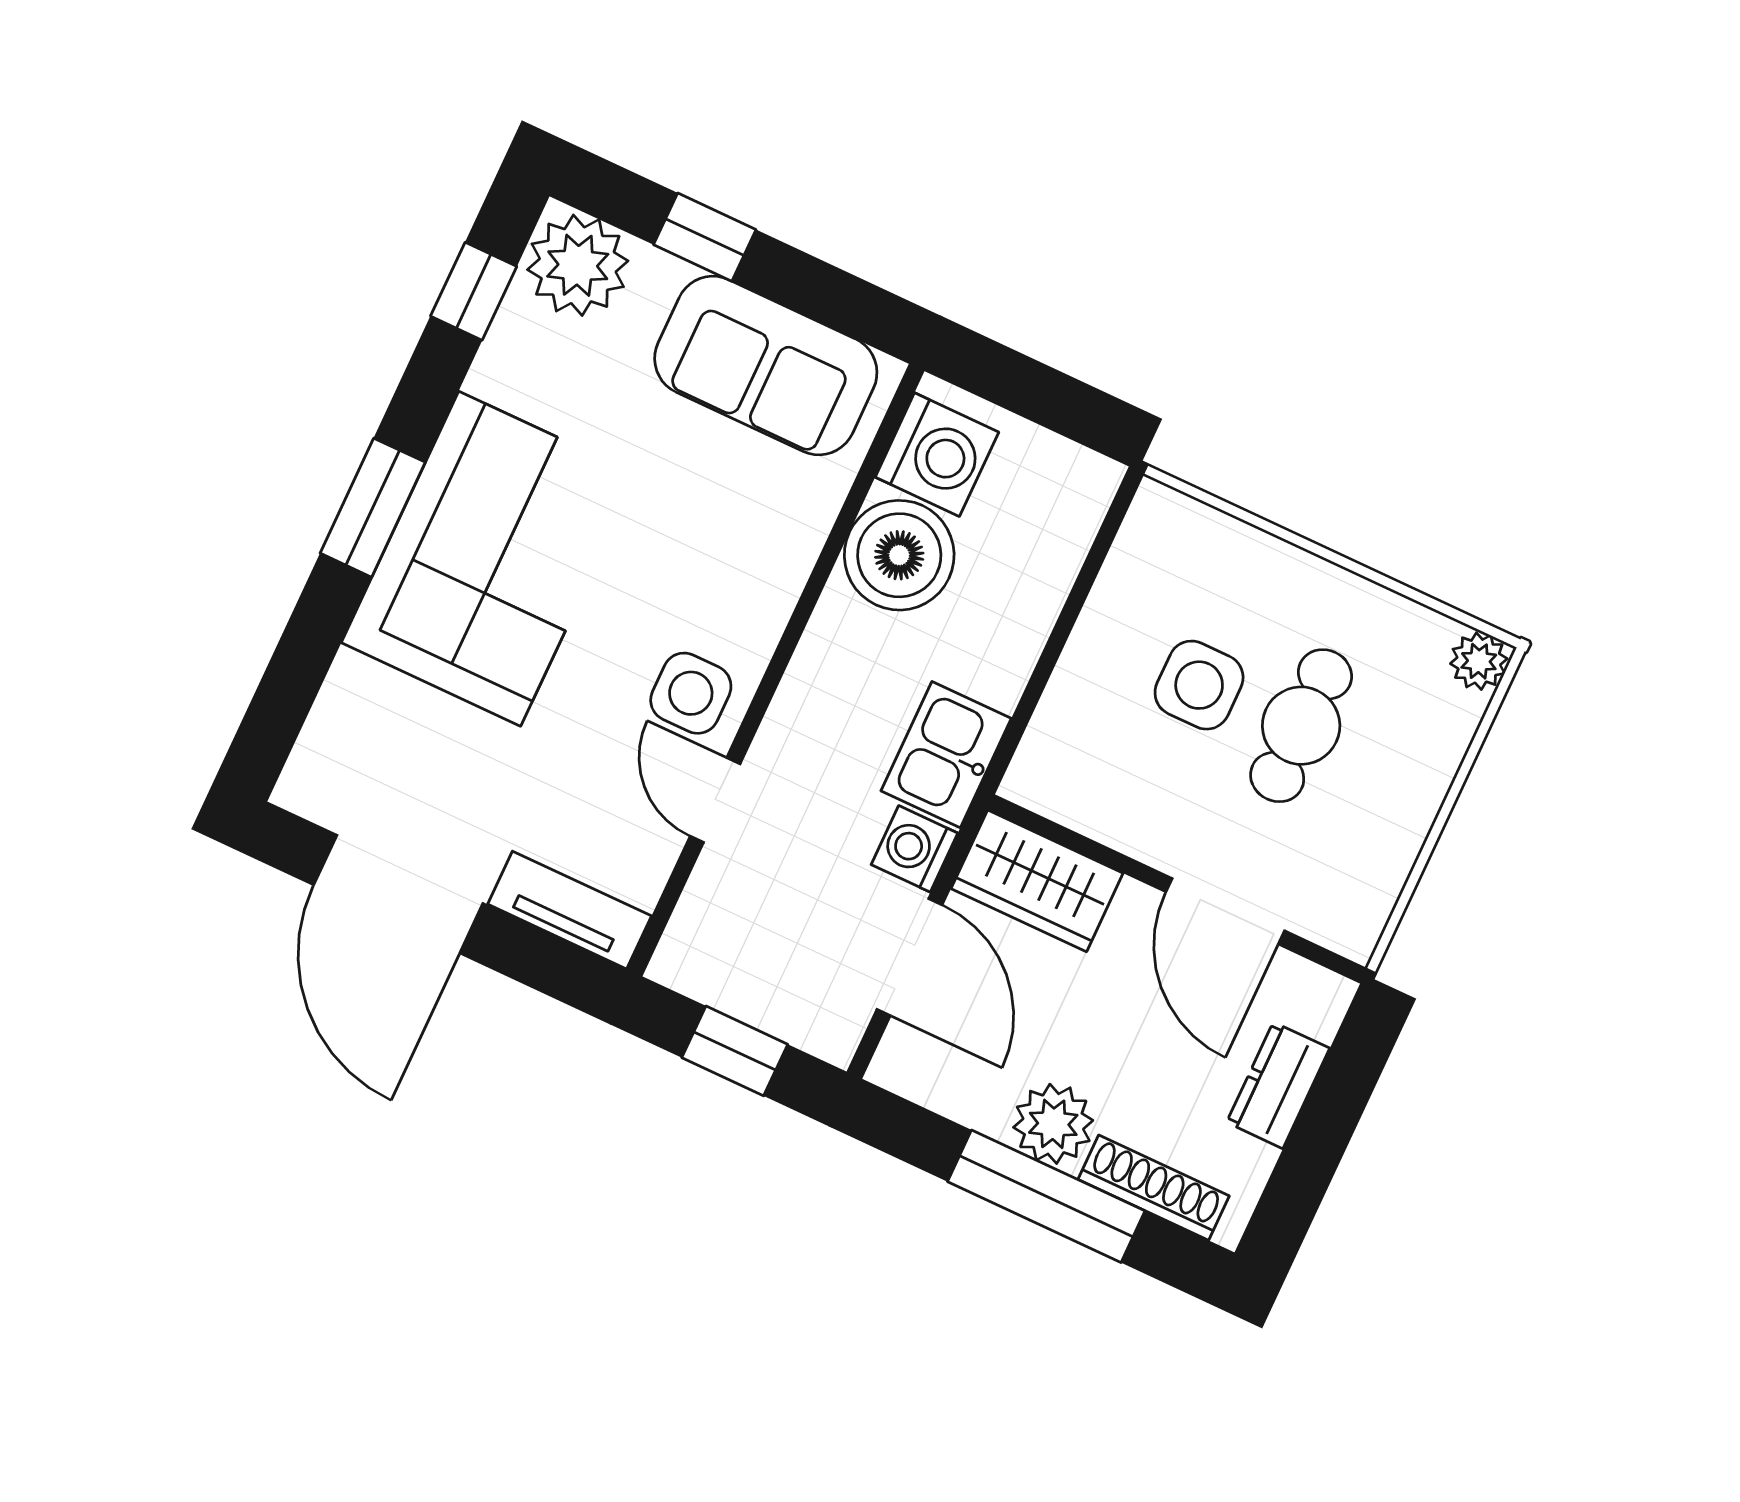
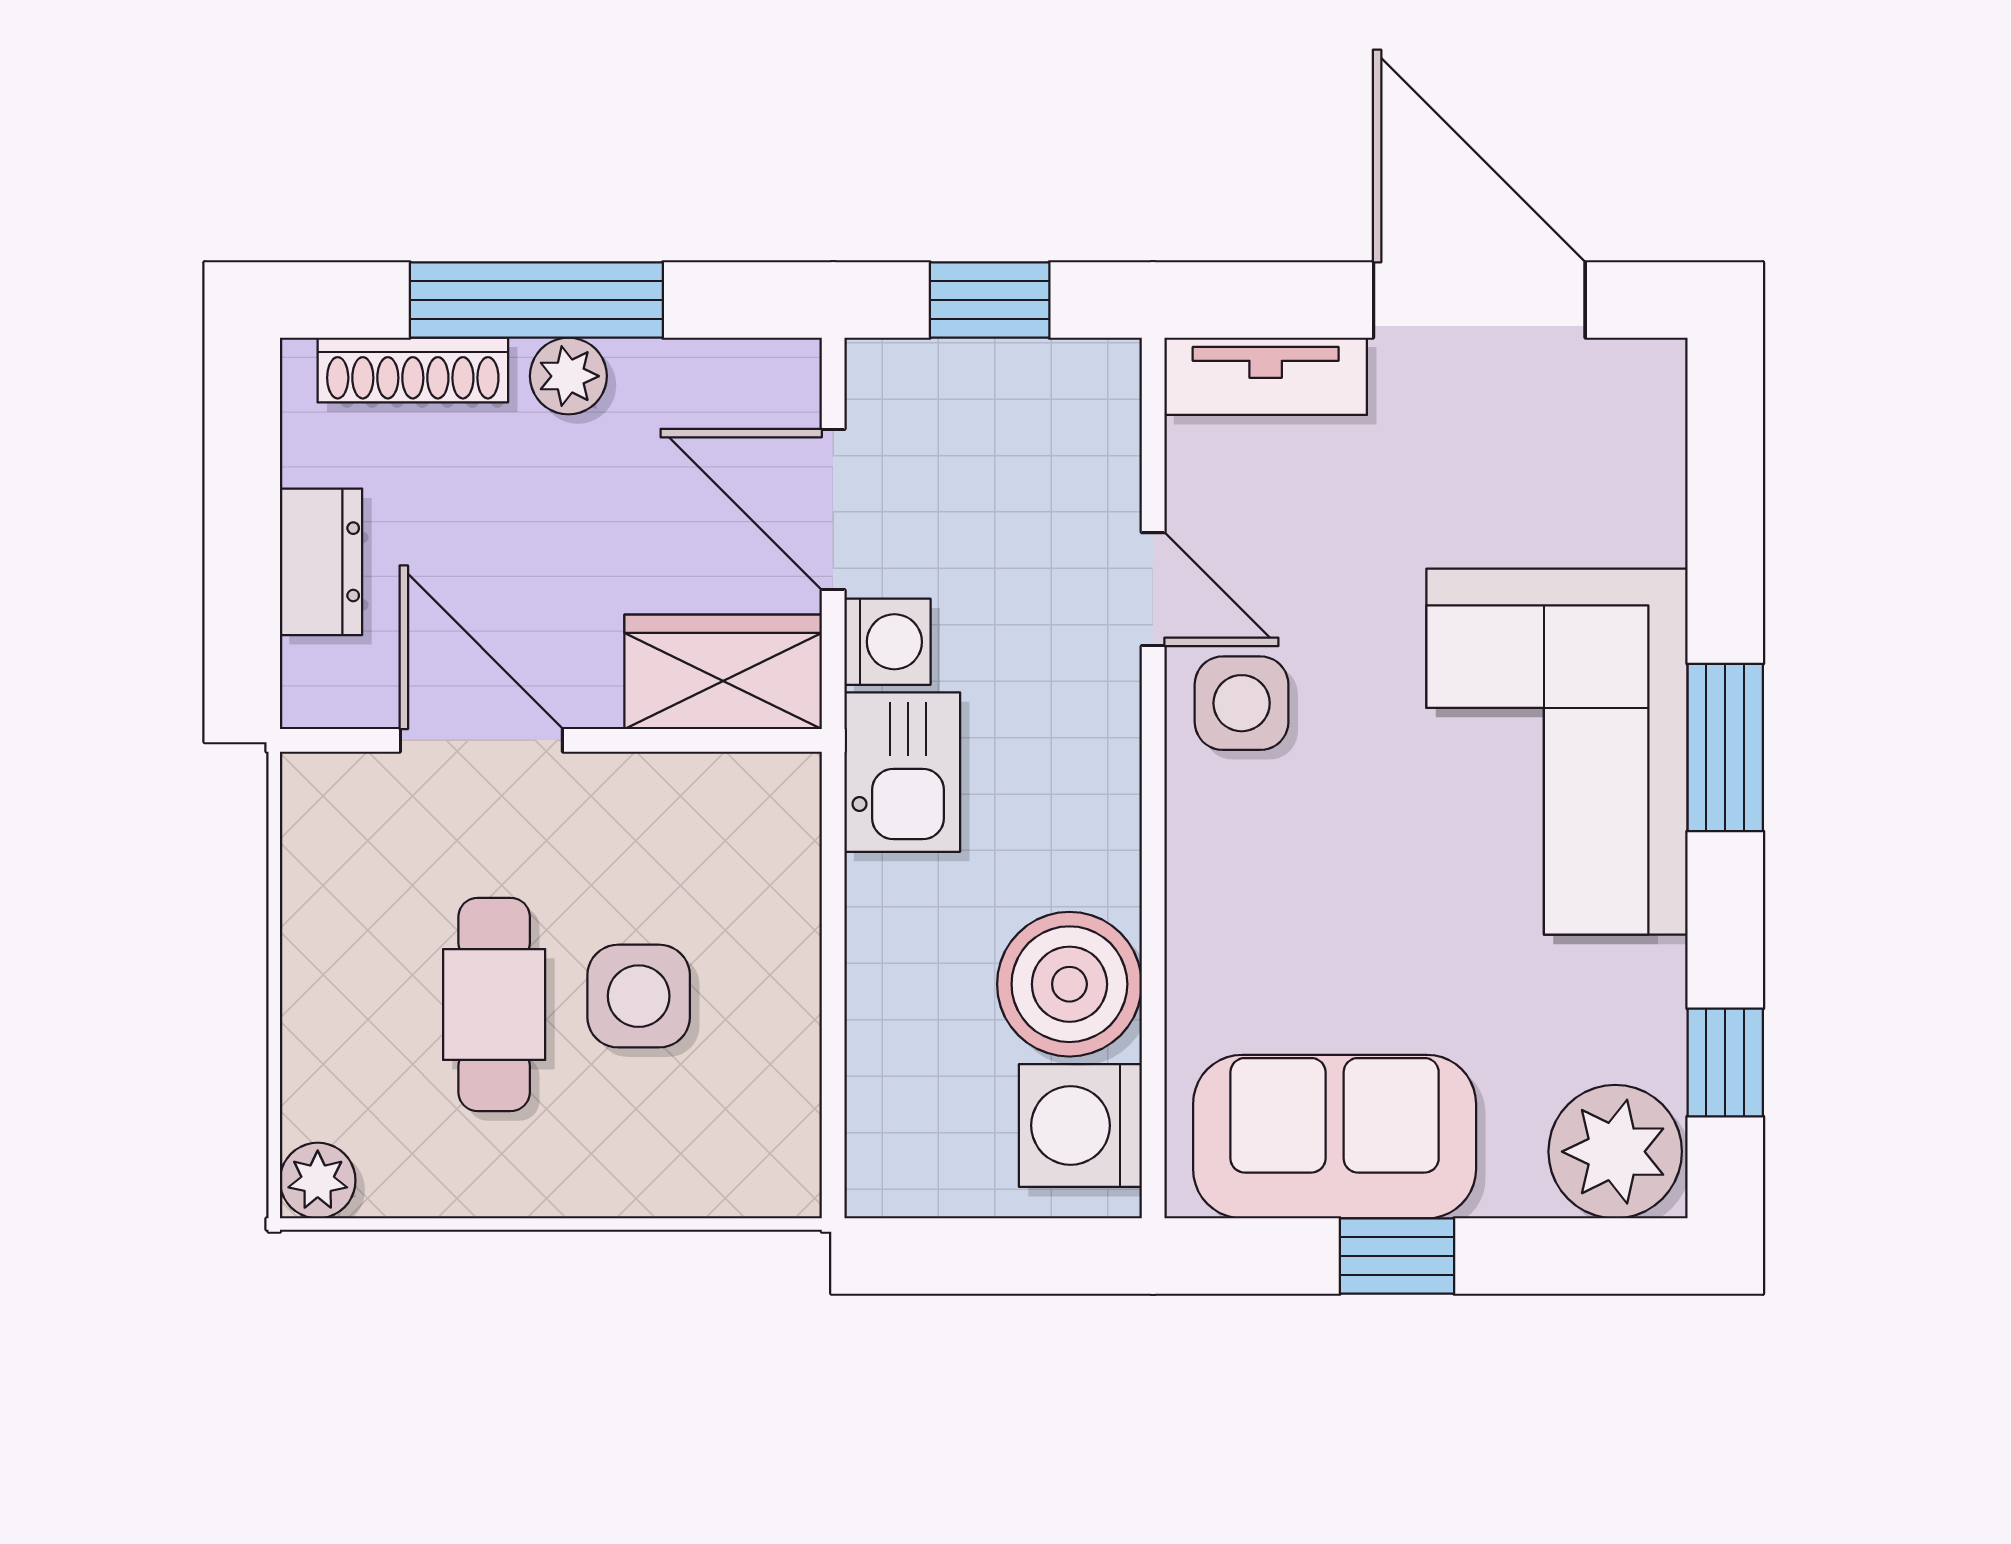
window: (705, 237) -> (1397, 1256), moved
plant: (1053, 1124) -> (568, 376), width x0.73, depth x0.73

